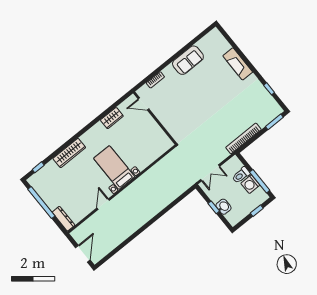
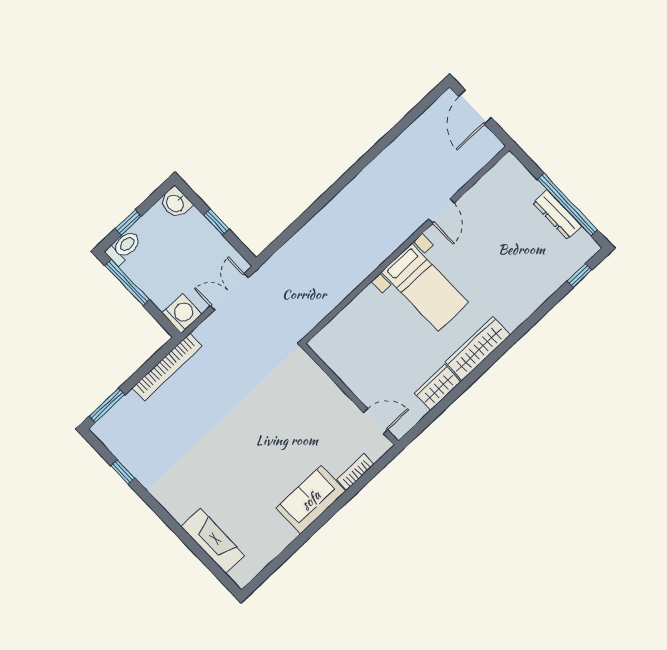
sofa: (188, 60) -> (311, 500), moved
fireplace: (238, 64) -> (213, 541), moved
wardrobe: (69, 153) -> (478, 348), moved
toilet: (241, 175) -> (124, 247), moved
washing machine: (250, 184) -> (182, 314), moved
washbasin: (223, 207) -> (176, 203), moved
dresser: (63, 219) -> (557, 215), moved

